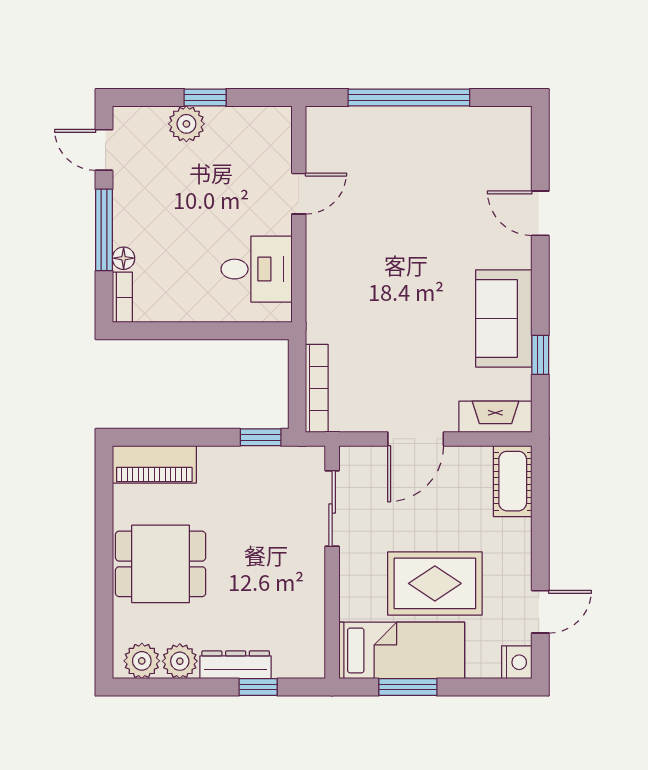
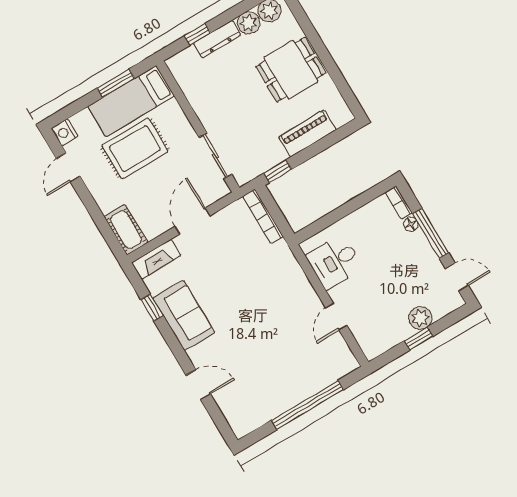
piano: (154, 464) -> (307, 133), moved

